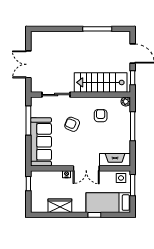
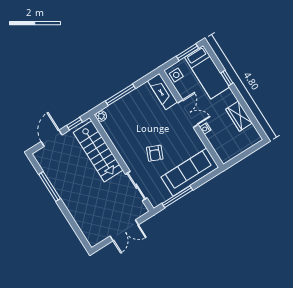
armchair: (101, 116) -> (129, 131), removed
window: (28, 184) -> (237, 159), removed
window: (133, 185) -> (187, 52), moved

